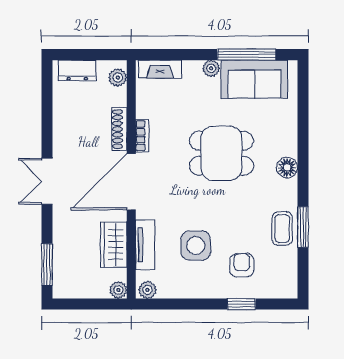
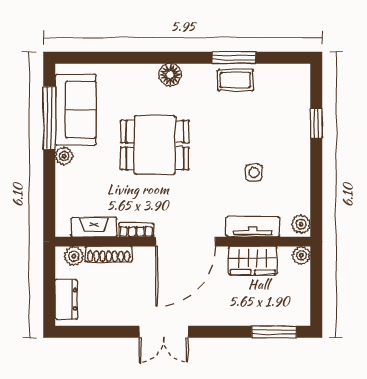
fireplace: (160, 69) -> (94, 227), moved, turned -90
shoe rack: (119, 129) -> (109, 254), moved
dining table: (221, 153) -> (155, 145), turned 90
double door: (47, 181) -> (164, 332), moved
door: (131, 182) -> (185, 242), hinge flipped
side table: (196, 246) -> (254, 173), width x0.54, depth x0.54
armchair: (242, 265) -> (275, 123), removed

